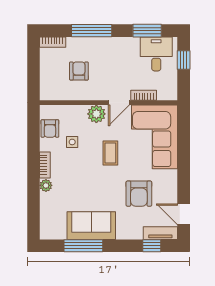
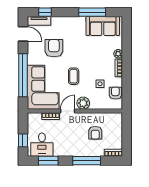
window: (184, 154) -> (23, 75), added
sofa: (91, 226) -> (103, 26), moved

